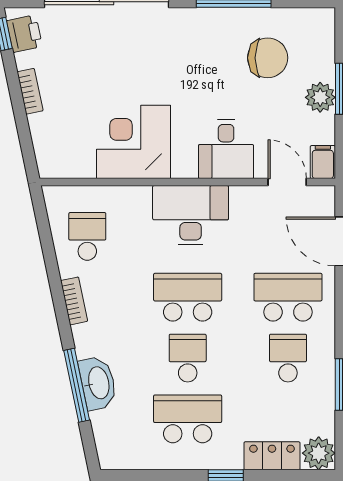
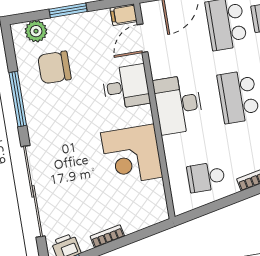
chair: (268, 58) -> (54, 67), turned -90
plant: (320, 97) -> (36, 31), moved

